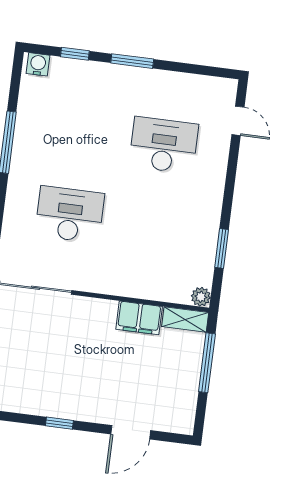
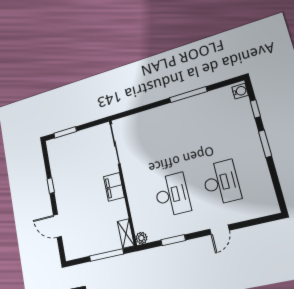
door: (238, 121) -> (219, 230), moved
desk: (70, 214) -> (172, 195), moved
filing cabinet: (139, 318) -> (114, 187), moved

